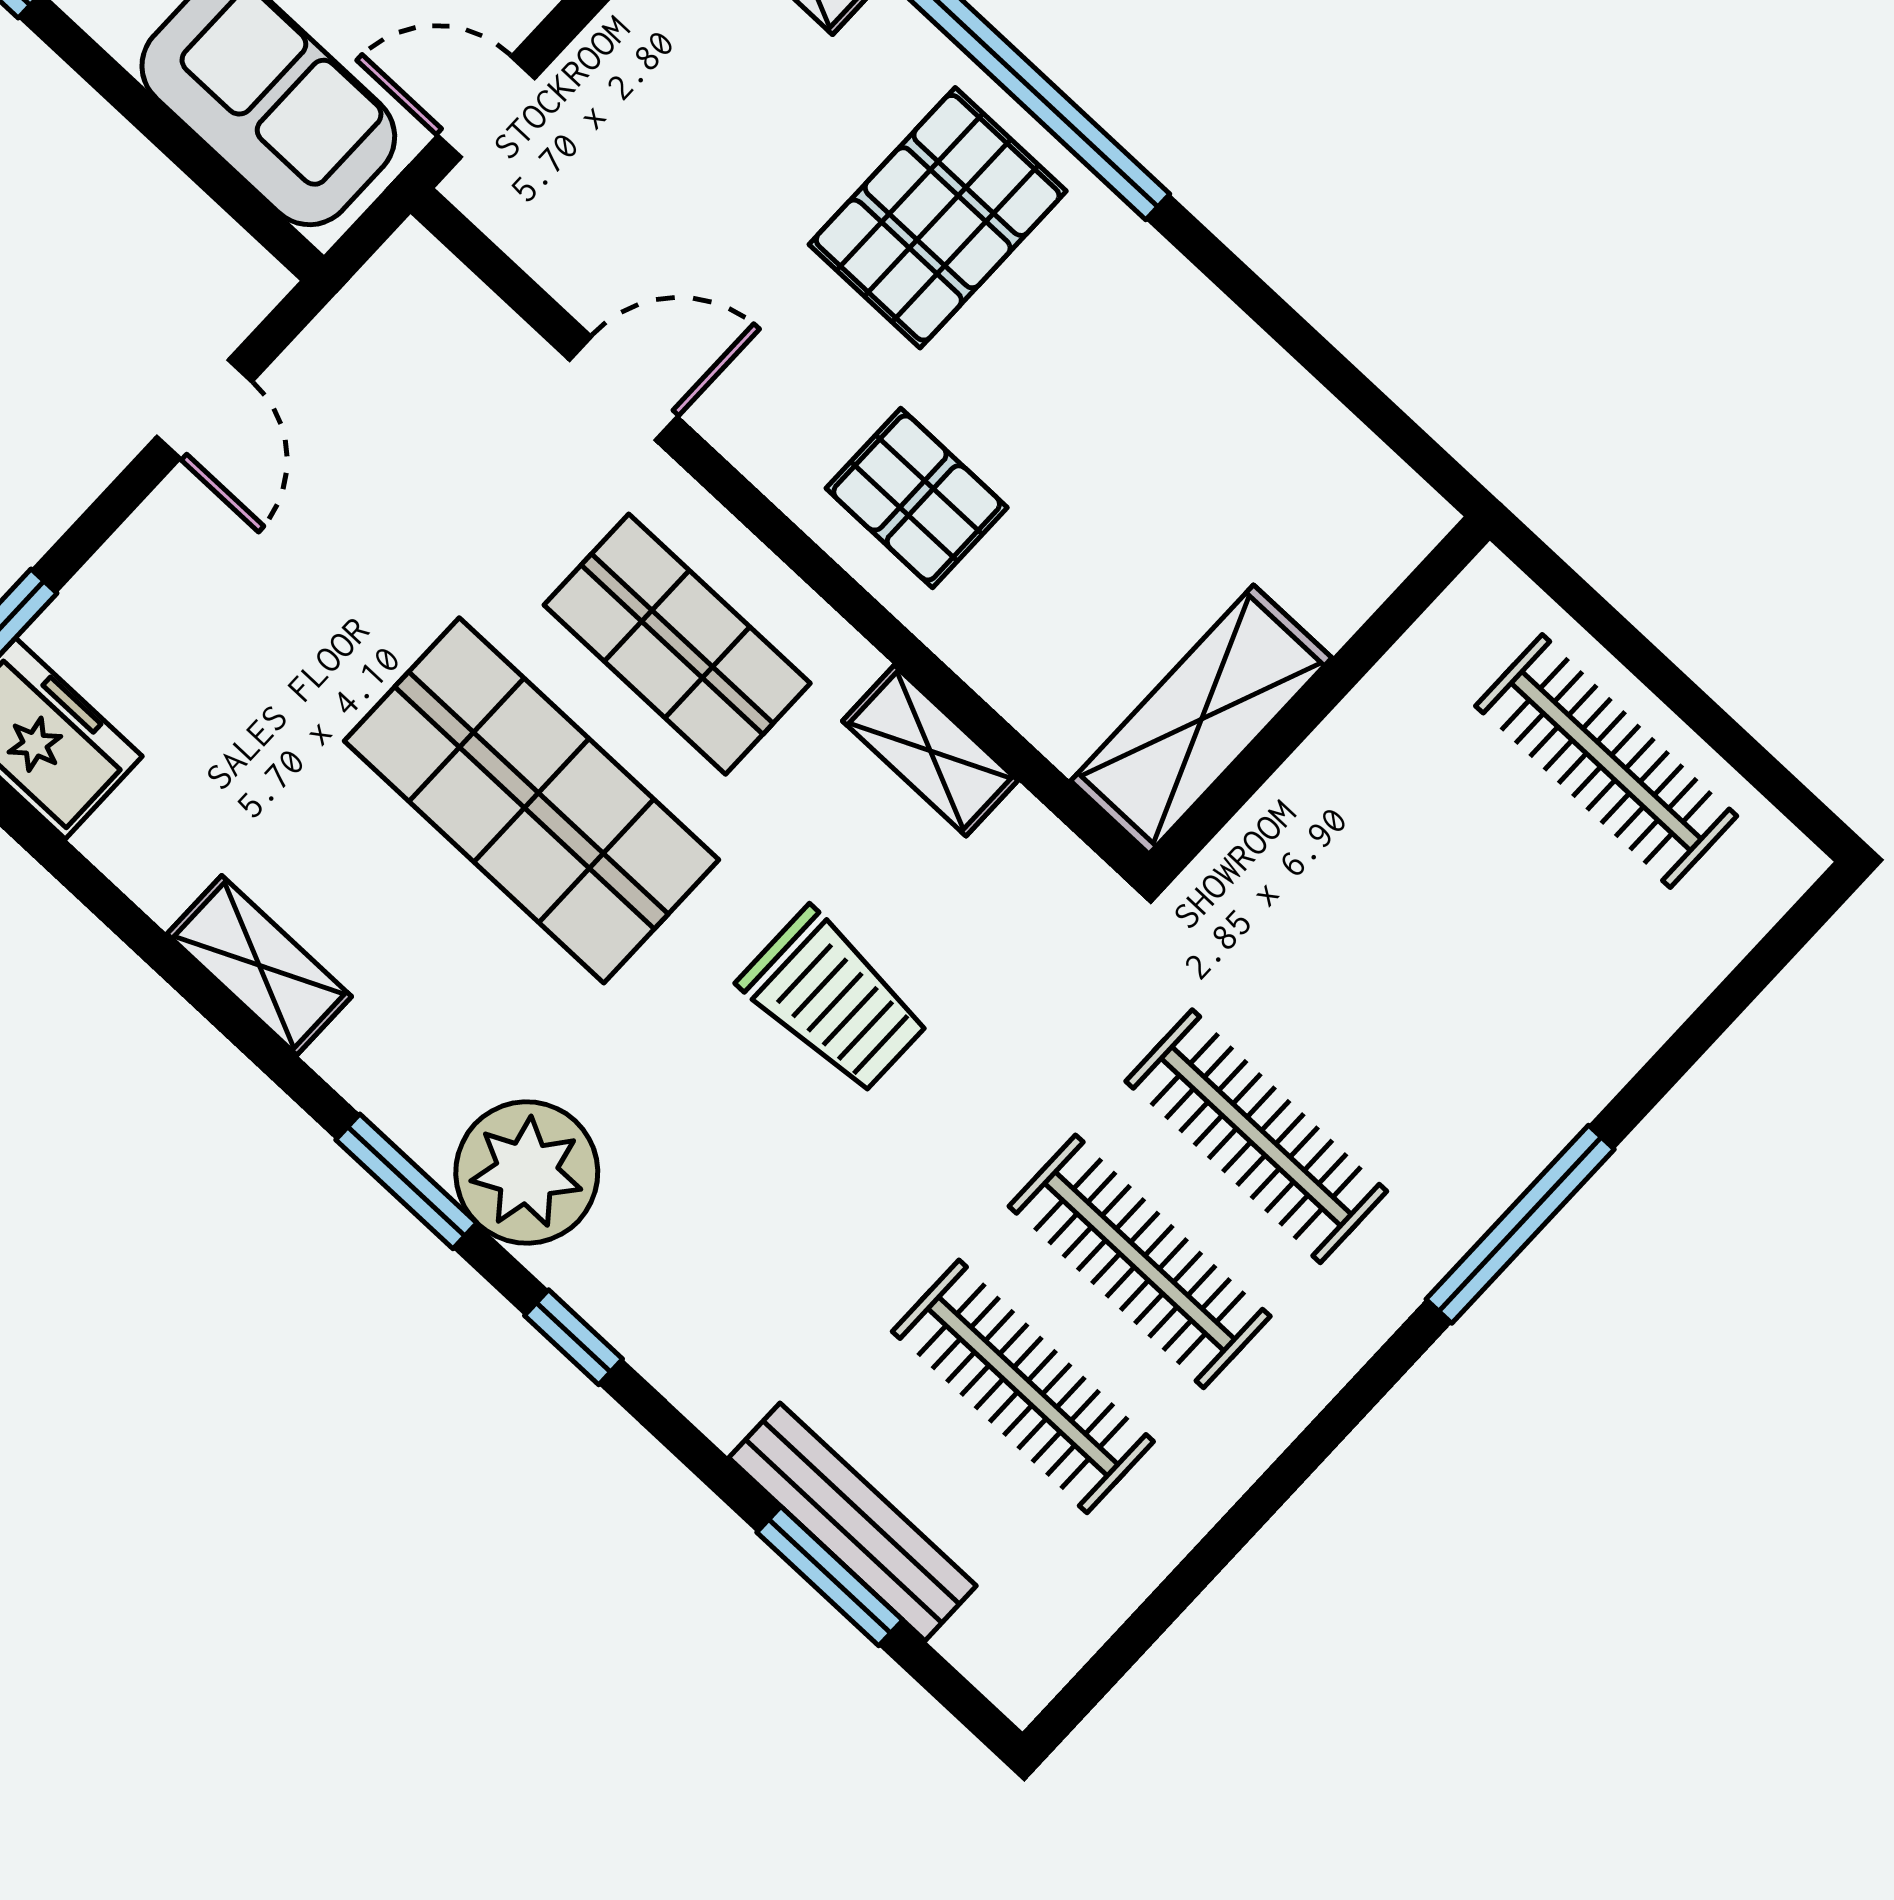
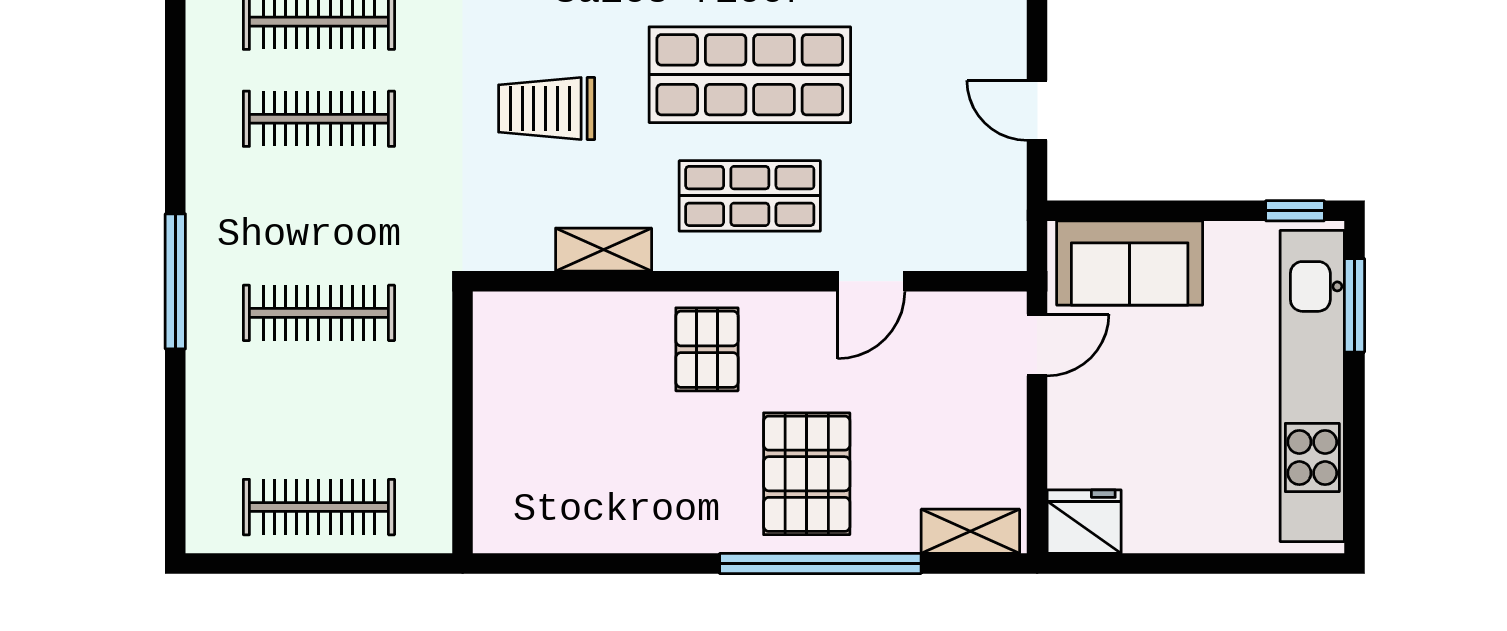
pallet: (917, 498) -> (707, 349), turned 90
shelving: (1201, 719) -> (503, 368), removed
clothes rail: (1256, 1136) -> (319, 313), moved

